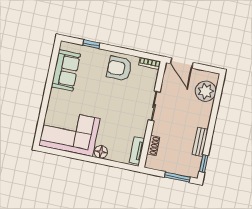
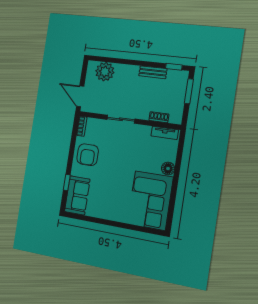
door: (182, 63) -> (80, 96), swing flipped
sofa: (66, 70) -> (77, 195), moved, turned 90

